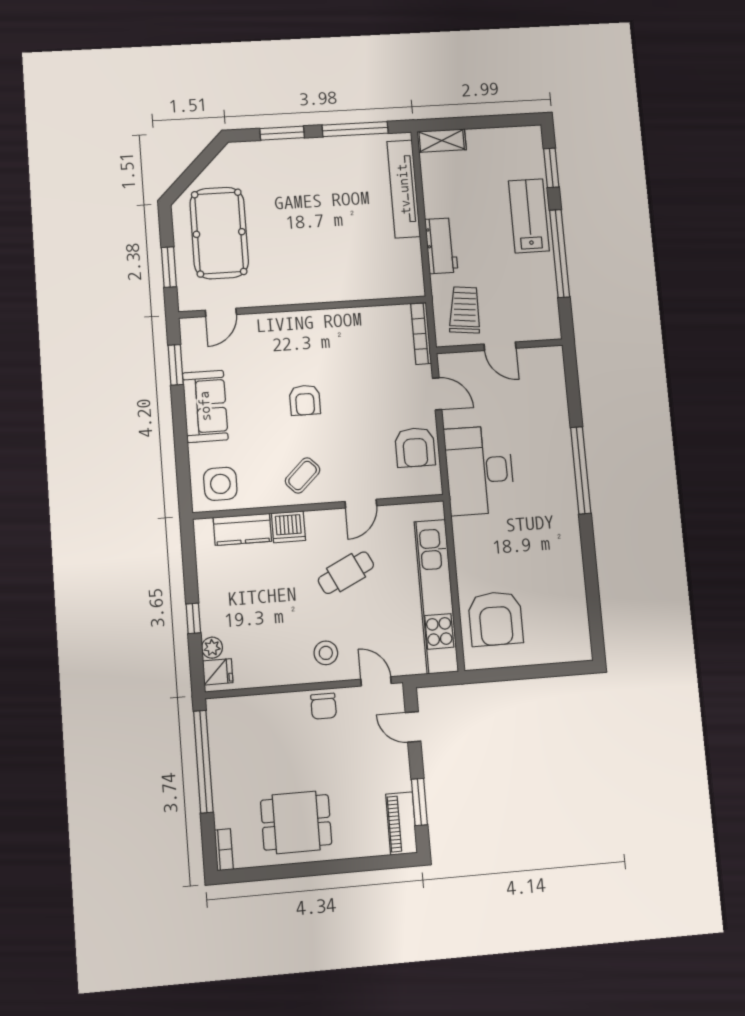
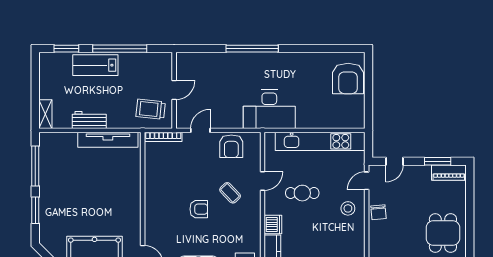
tv unit: (404, 189) -> (108, 140), moved
workbench: (441, 246) -> (89, 120), moved
armchair: (415, 447) -> (231, 146), turned 90
desk: (479, 470) -> (269, 109), moved
coffee table: (303, 475) -> (230, 193), moved
door: (361, 504) -> (263, 181), hinge flipped
cafe table: (346, 573) -> (302, 193), turned -64
armchair: (496, 619) -> (348, 78), moved, turned 90
chair: (324, 706) -> (378, 212), turned 85

